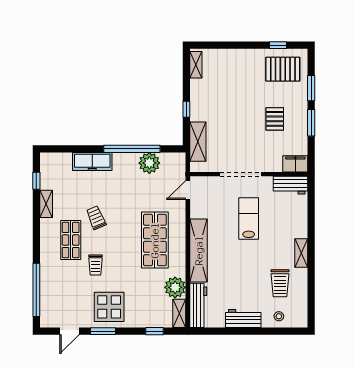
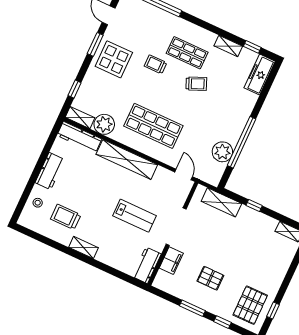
window: (311, 88) -> (223, 322), width x0.67
freezer: (92, 162) -> (260, 75), moved
filing cabinet: (295, 164) -> (171, 261), moved

